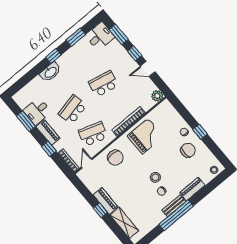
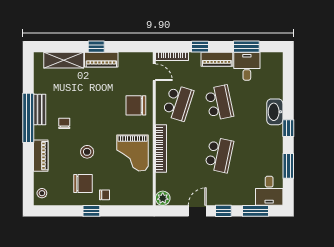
chair: (188, 150) -> (83, 184), turned -90
stool: (155, 177) -> (87, 152), moved
bench: (174, 206) -> (40, 110), moved

